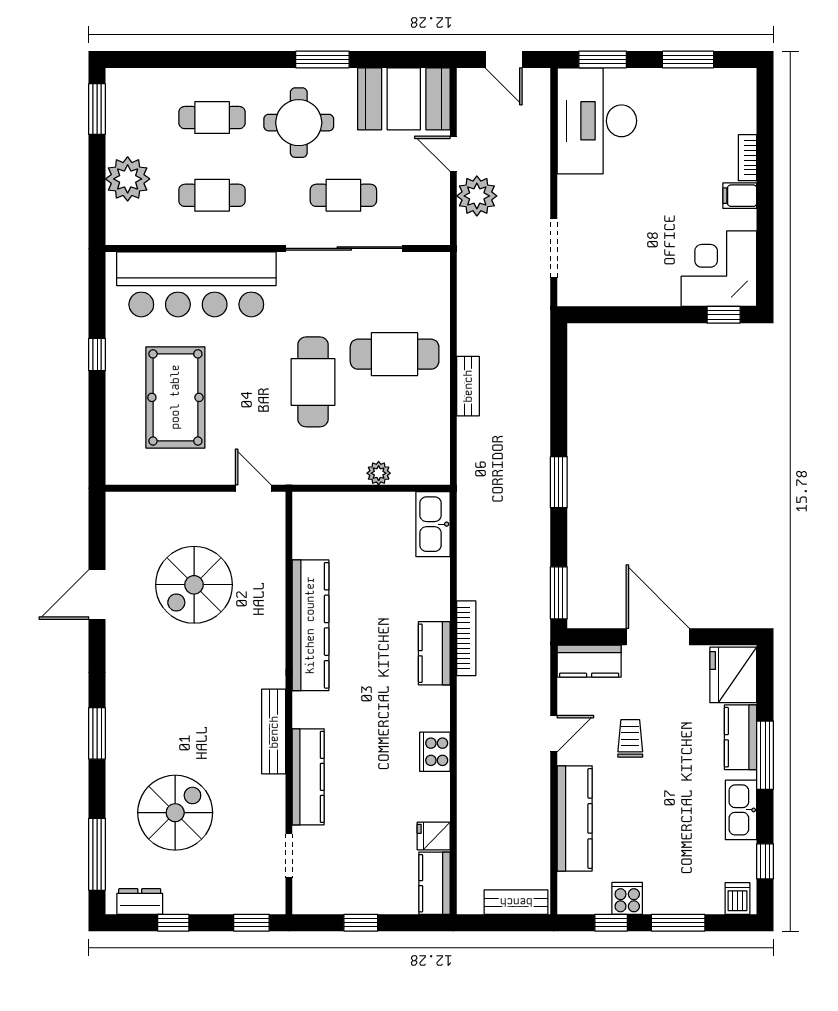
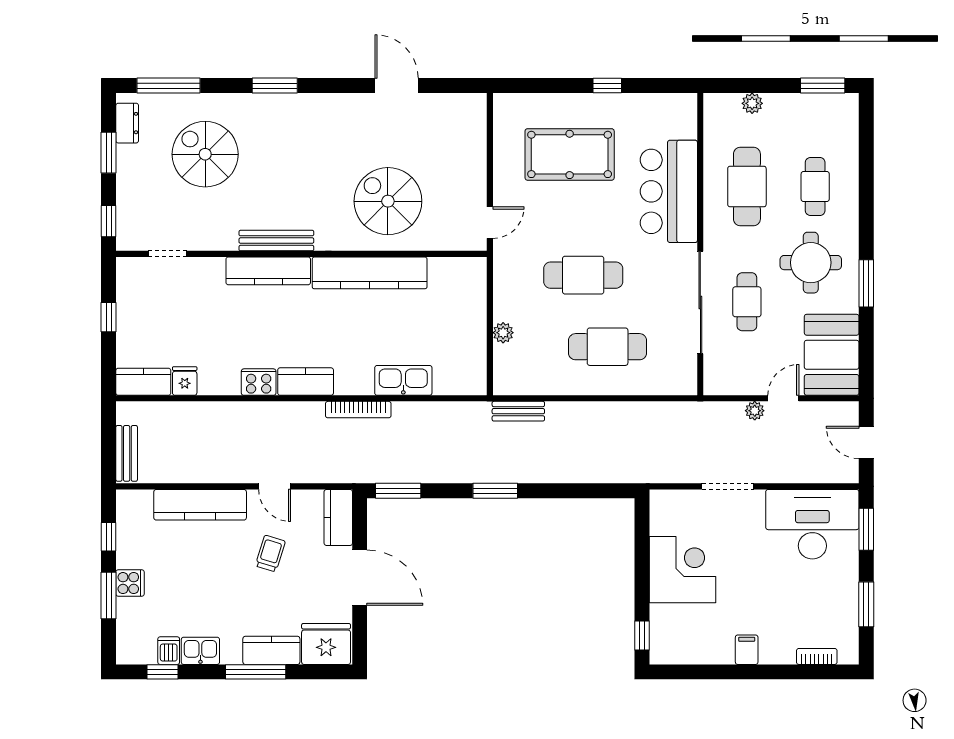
door: (504, 59) -> (866, 442), hinge flipped
bookcase: (748, 158) -> (817, 656), moved
plant: (128, 179) -> (752, 103), width x0.53, depth x0.53
cafe table: (212, 195) -> (747, 186), width x1.37, depth x1.35
plant: (477, 196) -> (755, 411), width x0.53, depth x0.53
doorway: (554, 248) -> (728, 486), moved
corner desk: (719, 269) -> (683, 570), moved
bar counter: (196, 284) -> (669, 191), width x0.73
cafe table: (395, 354) -> (608, 347), turned 90
bench: (468, 386) -> (518, 411), moved
kitchen sink: (433, 524) -> (403, 380), moved
spiral stairs: (194, 585) -> (388, 201), moved
door: (658, 637) -> (360, 578), hinge flipped
kitchen counter: (434, 653) -> (306, 382), moved
trolley: (630, 738) -> (270, 554), turned -73
kitchen counter: (308, 777) -> (268, 271), moved
kitchen sink: (741, 810) -> (200, 651), width x0.73
spiral stairs: (175, 813) -> (205, 154), turned 180
cooker: (627, 898) -> (130, 583), moved
dishwasher: (737, 898) -> (169, 651), moved, turned -90
window: (173, 923) -> (109, 153), width x1.50

